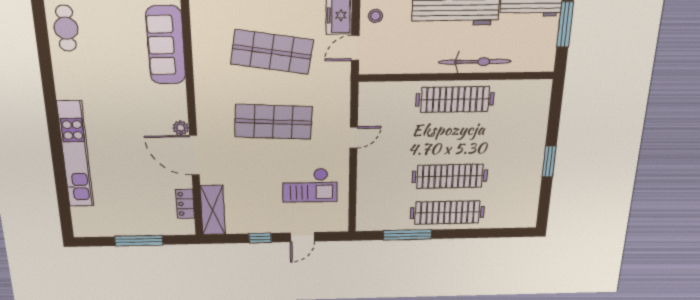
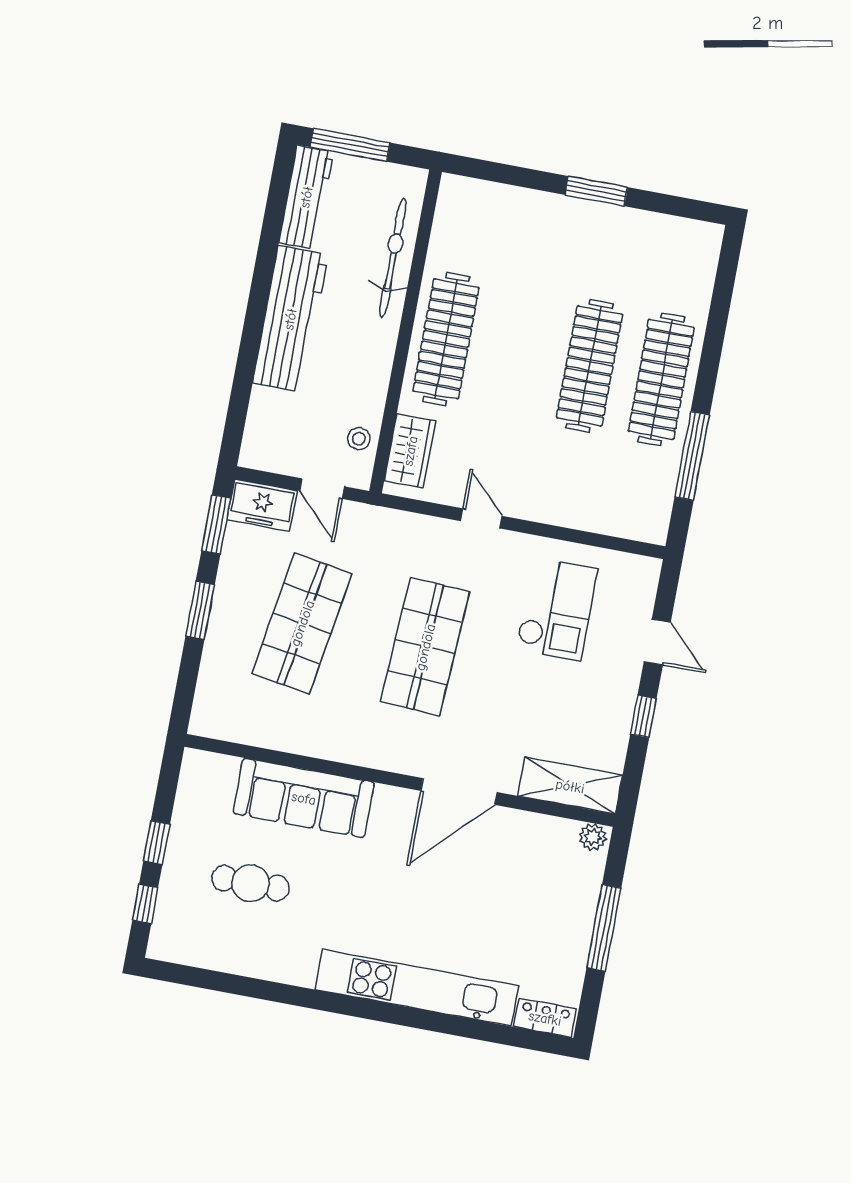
stool: (375, 16) -> (359, 439), moved
cafe table: (66, 28) -> (251, 883), moved
sofa: (166, 45) -> (304, 798), moved
bicycle: (475, 62) -> (393, 258), moved
wardrobe: (386, 92) -> (410, 451), added
plant: (181, 128) -> (593, 837), moved
locker: (185, 204) -> (545, 1018), moved, turned 180

